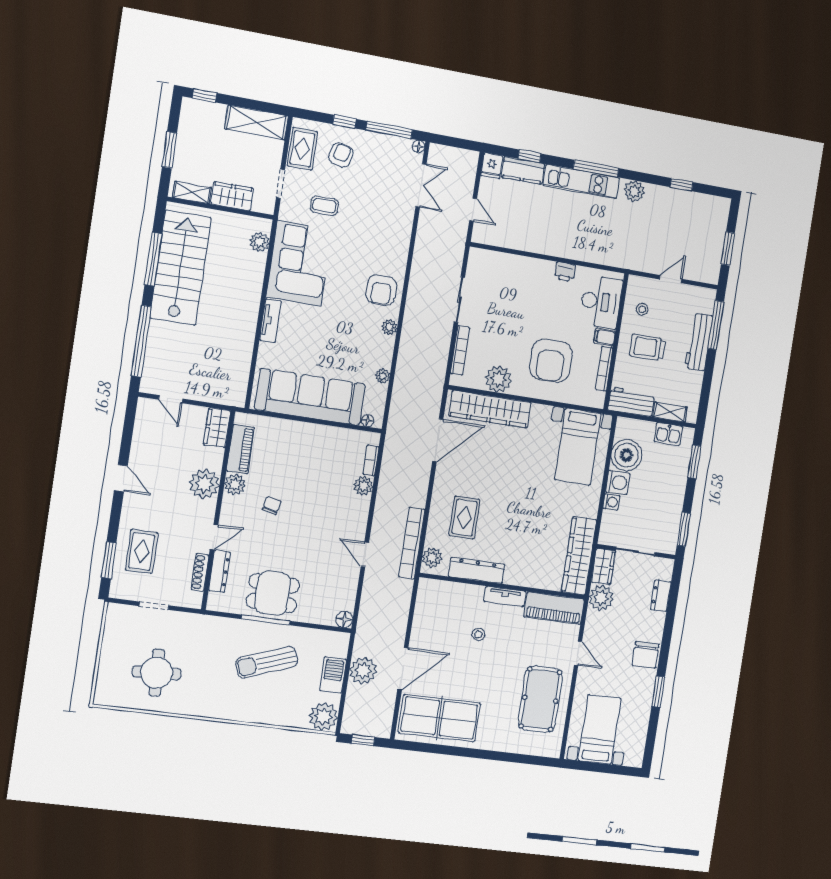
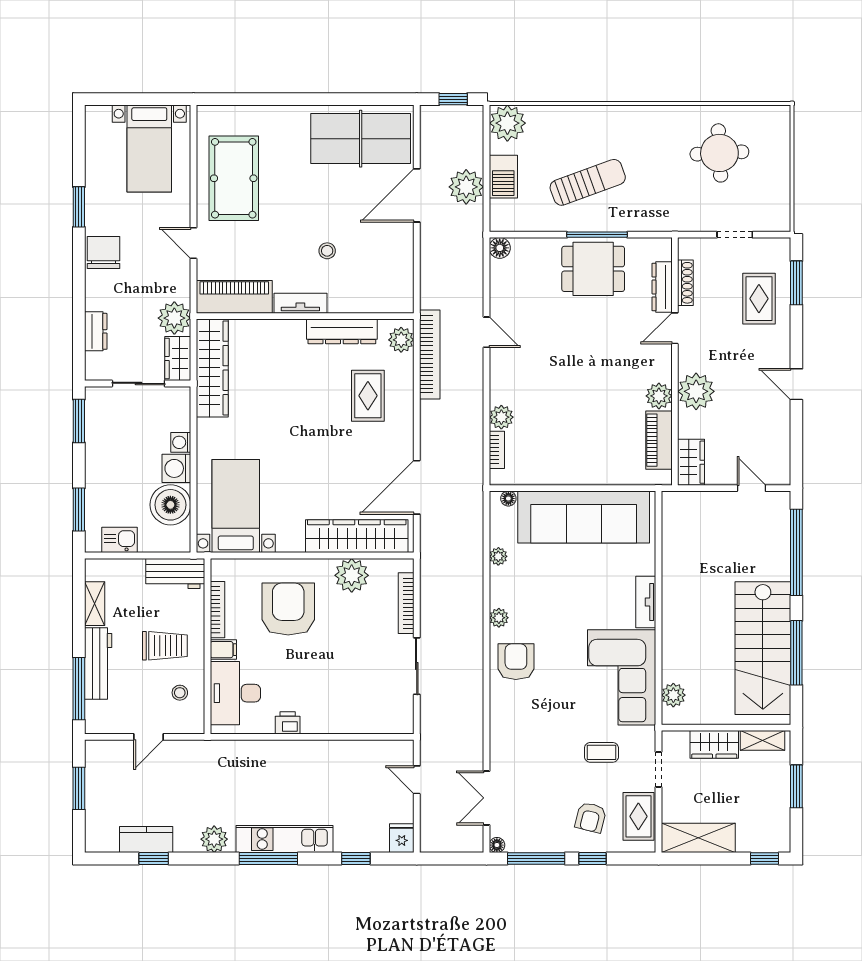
kitchen counter: (523, 170) -> (146, 839), moved
shelving: (670, 412) -> (95, 604), moved, turned 90
chair: (272, 505) -> (611, 377), removed

